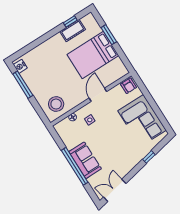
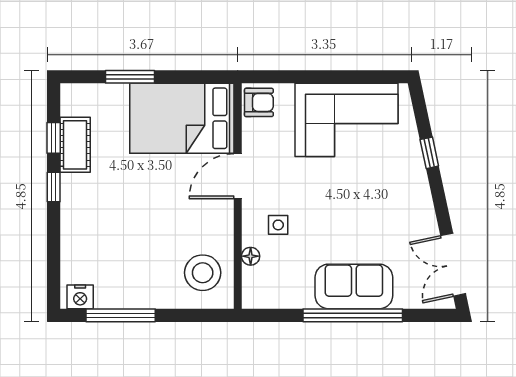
window: (53, 32) -> (54, 187), added
bed: (93, 55) -> (182, 118), moved, turned 90
door: (98, 95) -> (238, 176), hinge flipped

